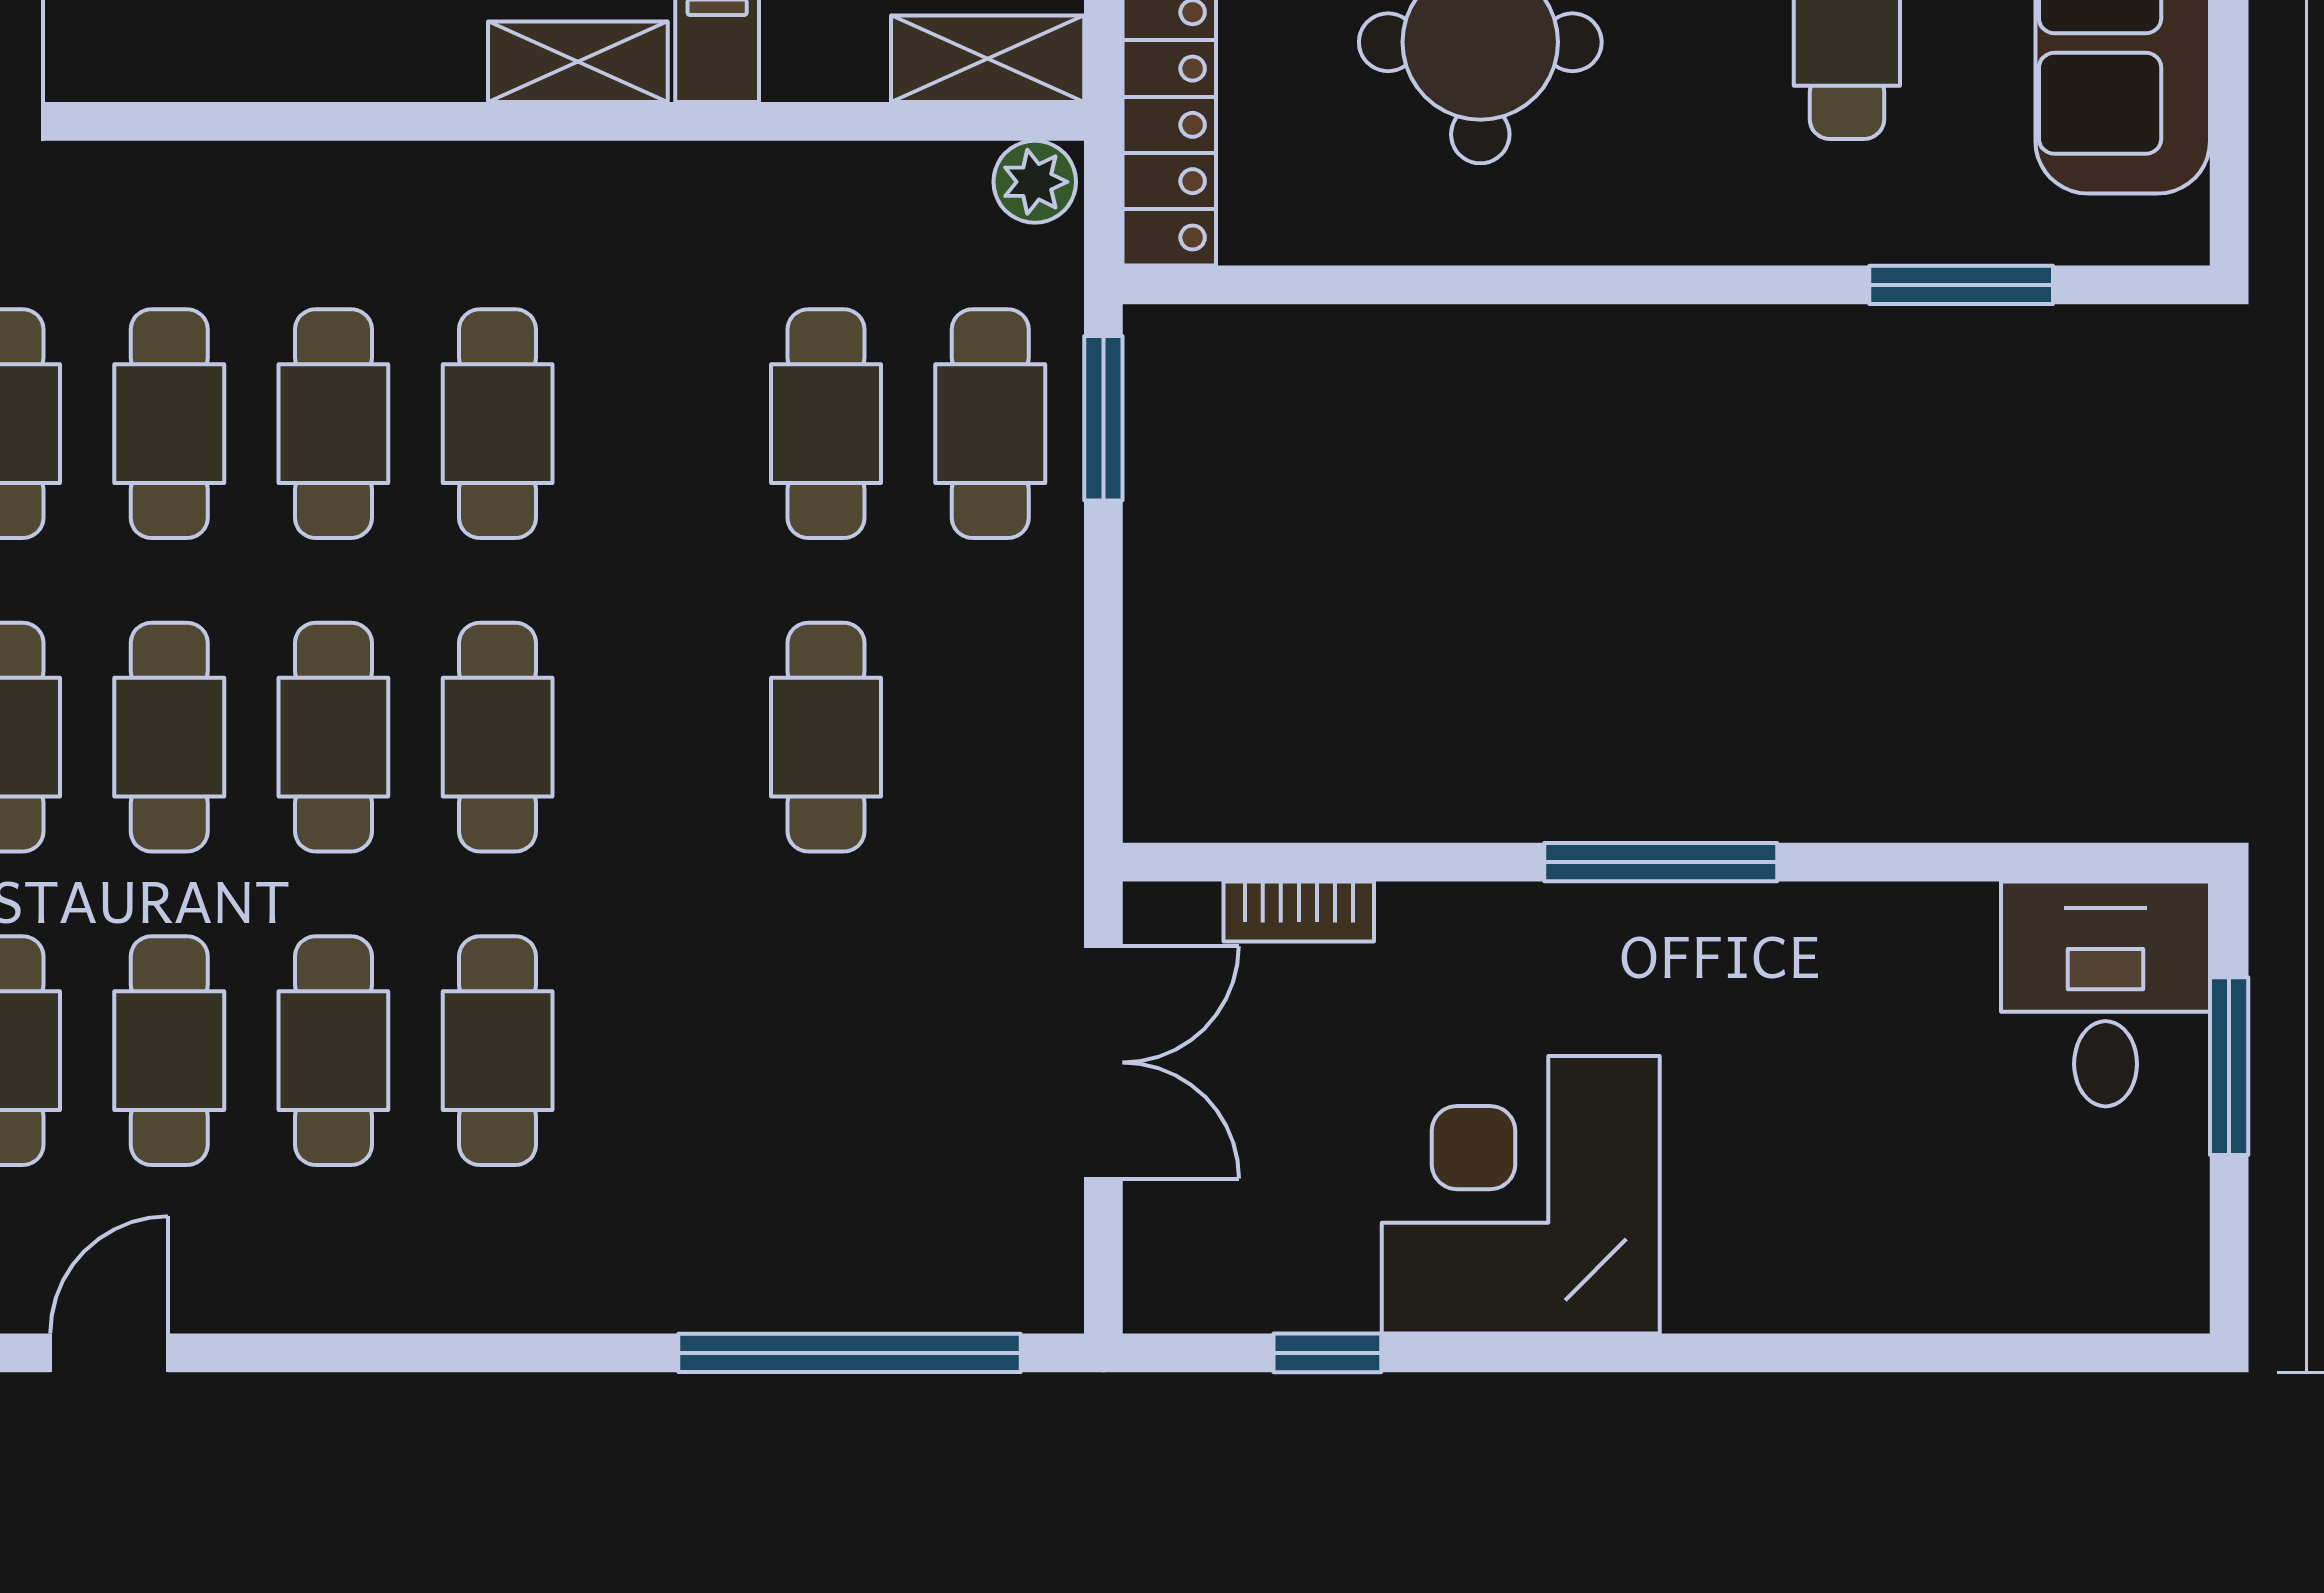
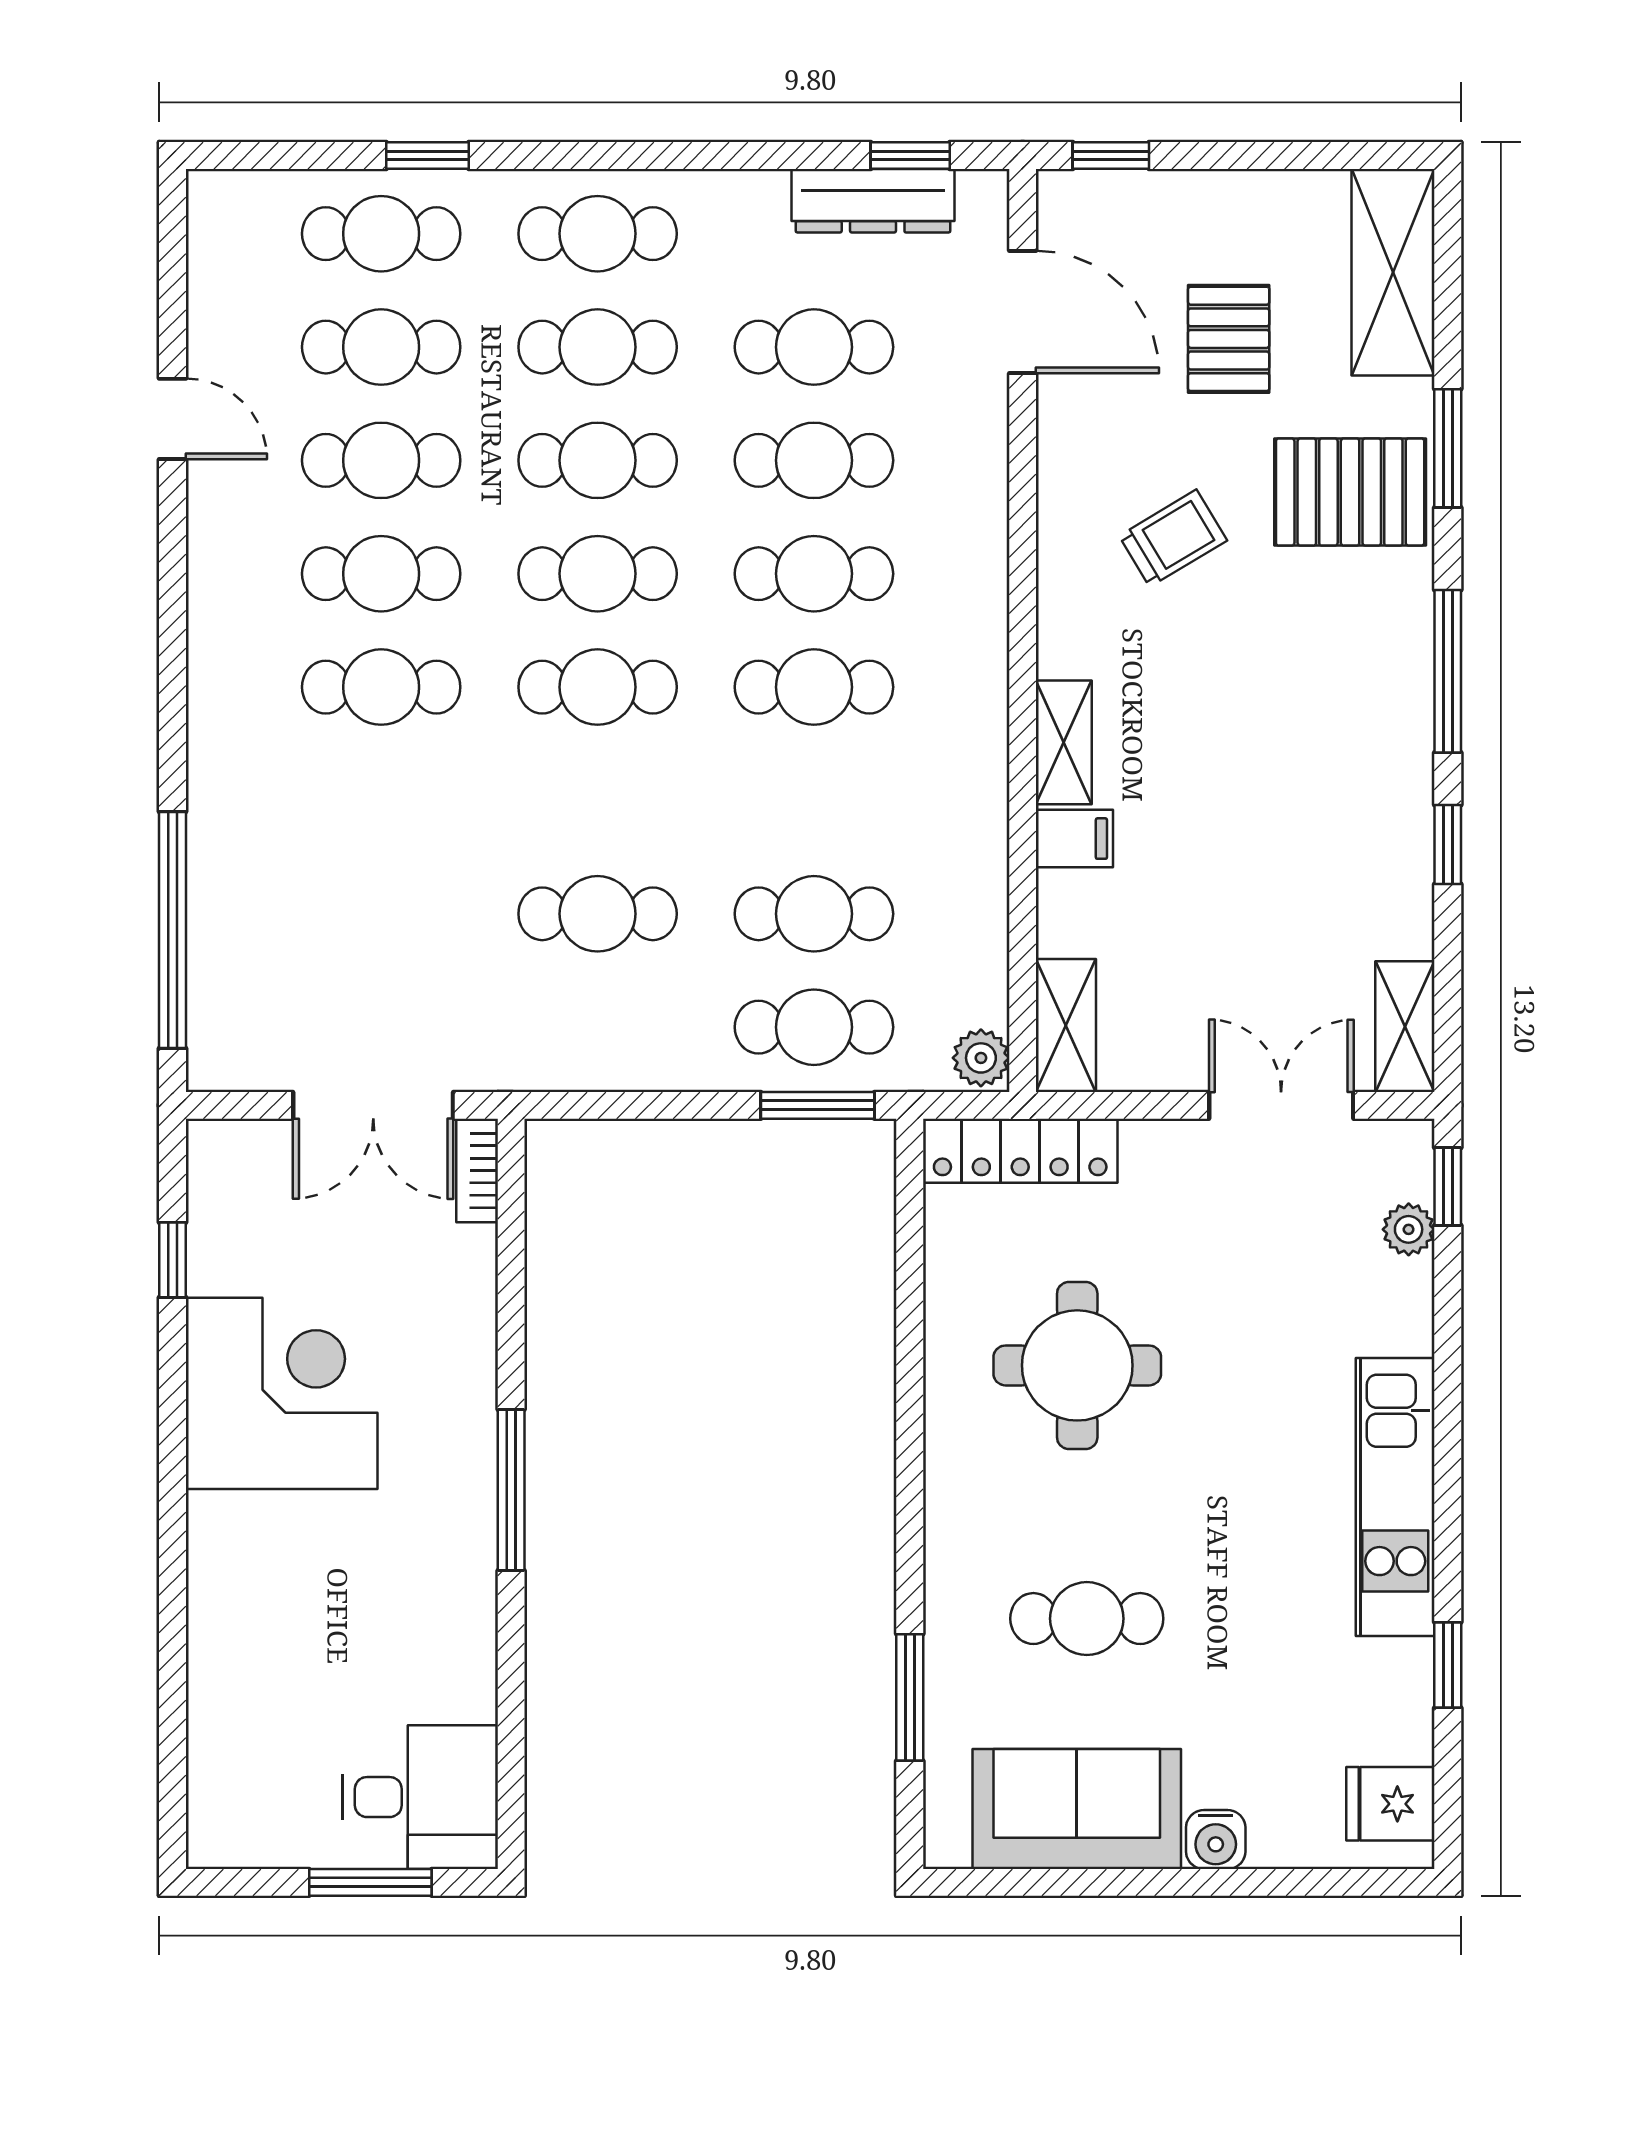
bookcase: (1299, 912) -> (477, 1171), moved

